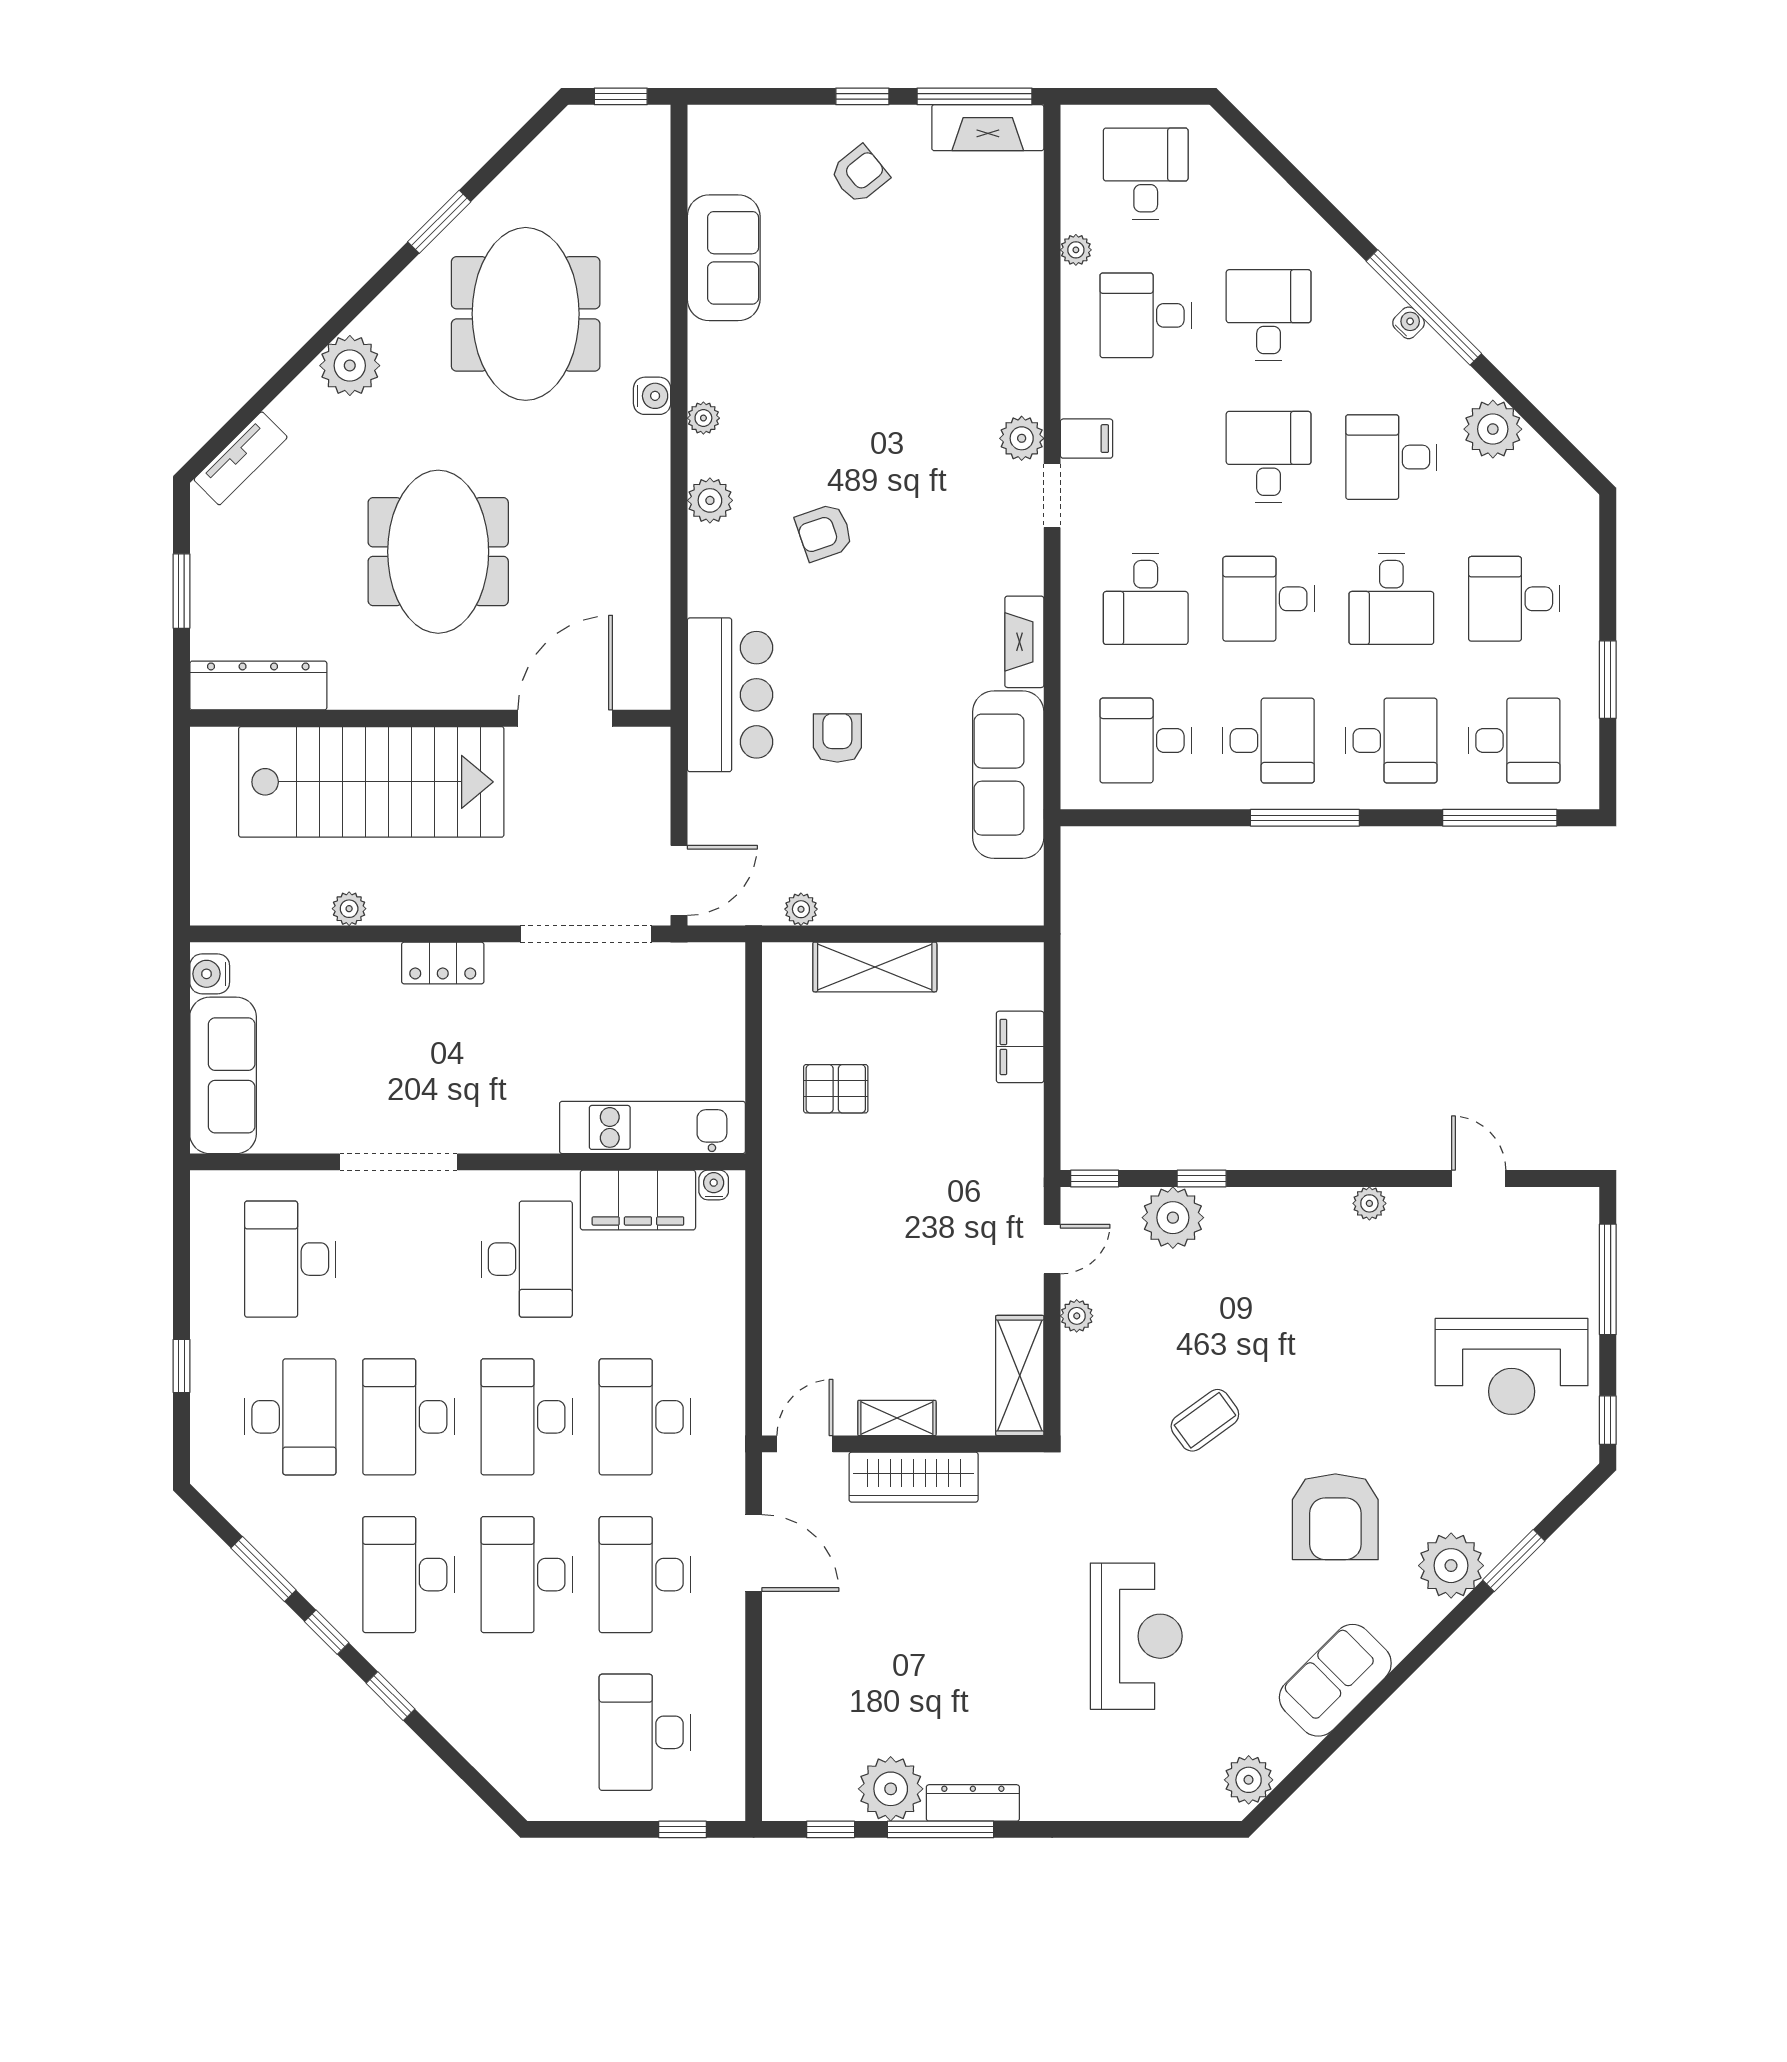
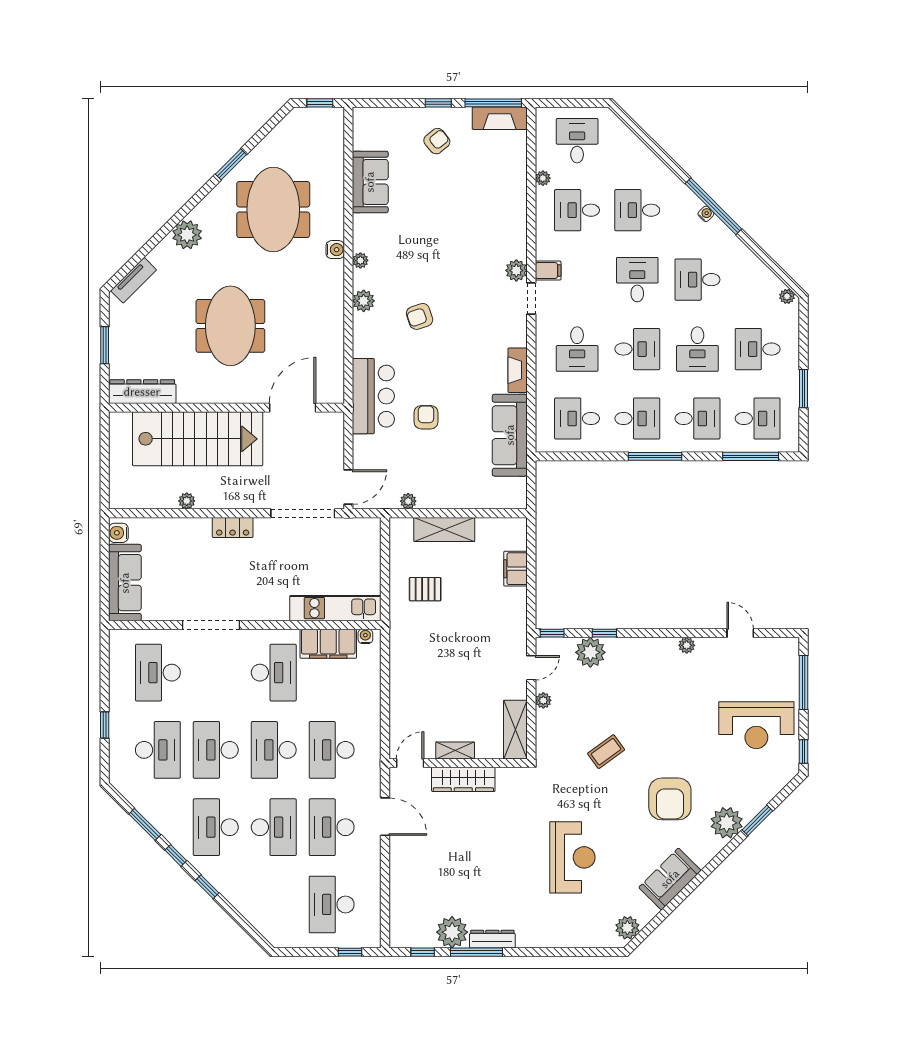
desk: (1269, 315) -> (637, 210), turned -90
plant: (1493, 429) -> (787, 296), moved, width x0.53, depth x0.53
desk: (1269, 599) -> (637, 349), turned 180
desk: (527, 1575) -> (274, 827), turned 180

